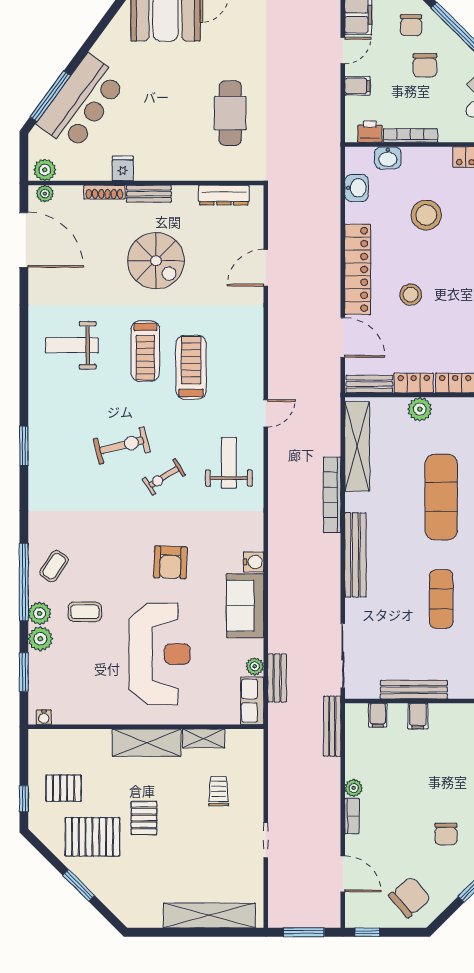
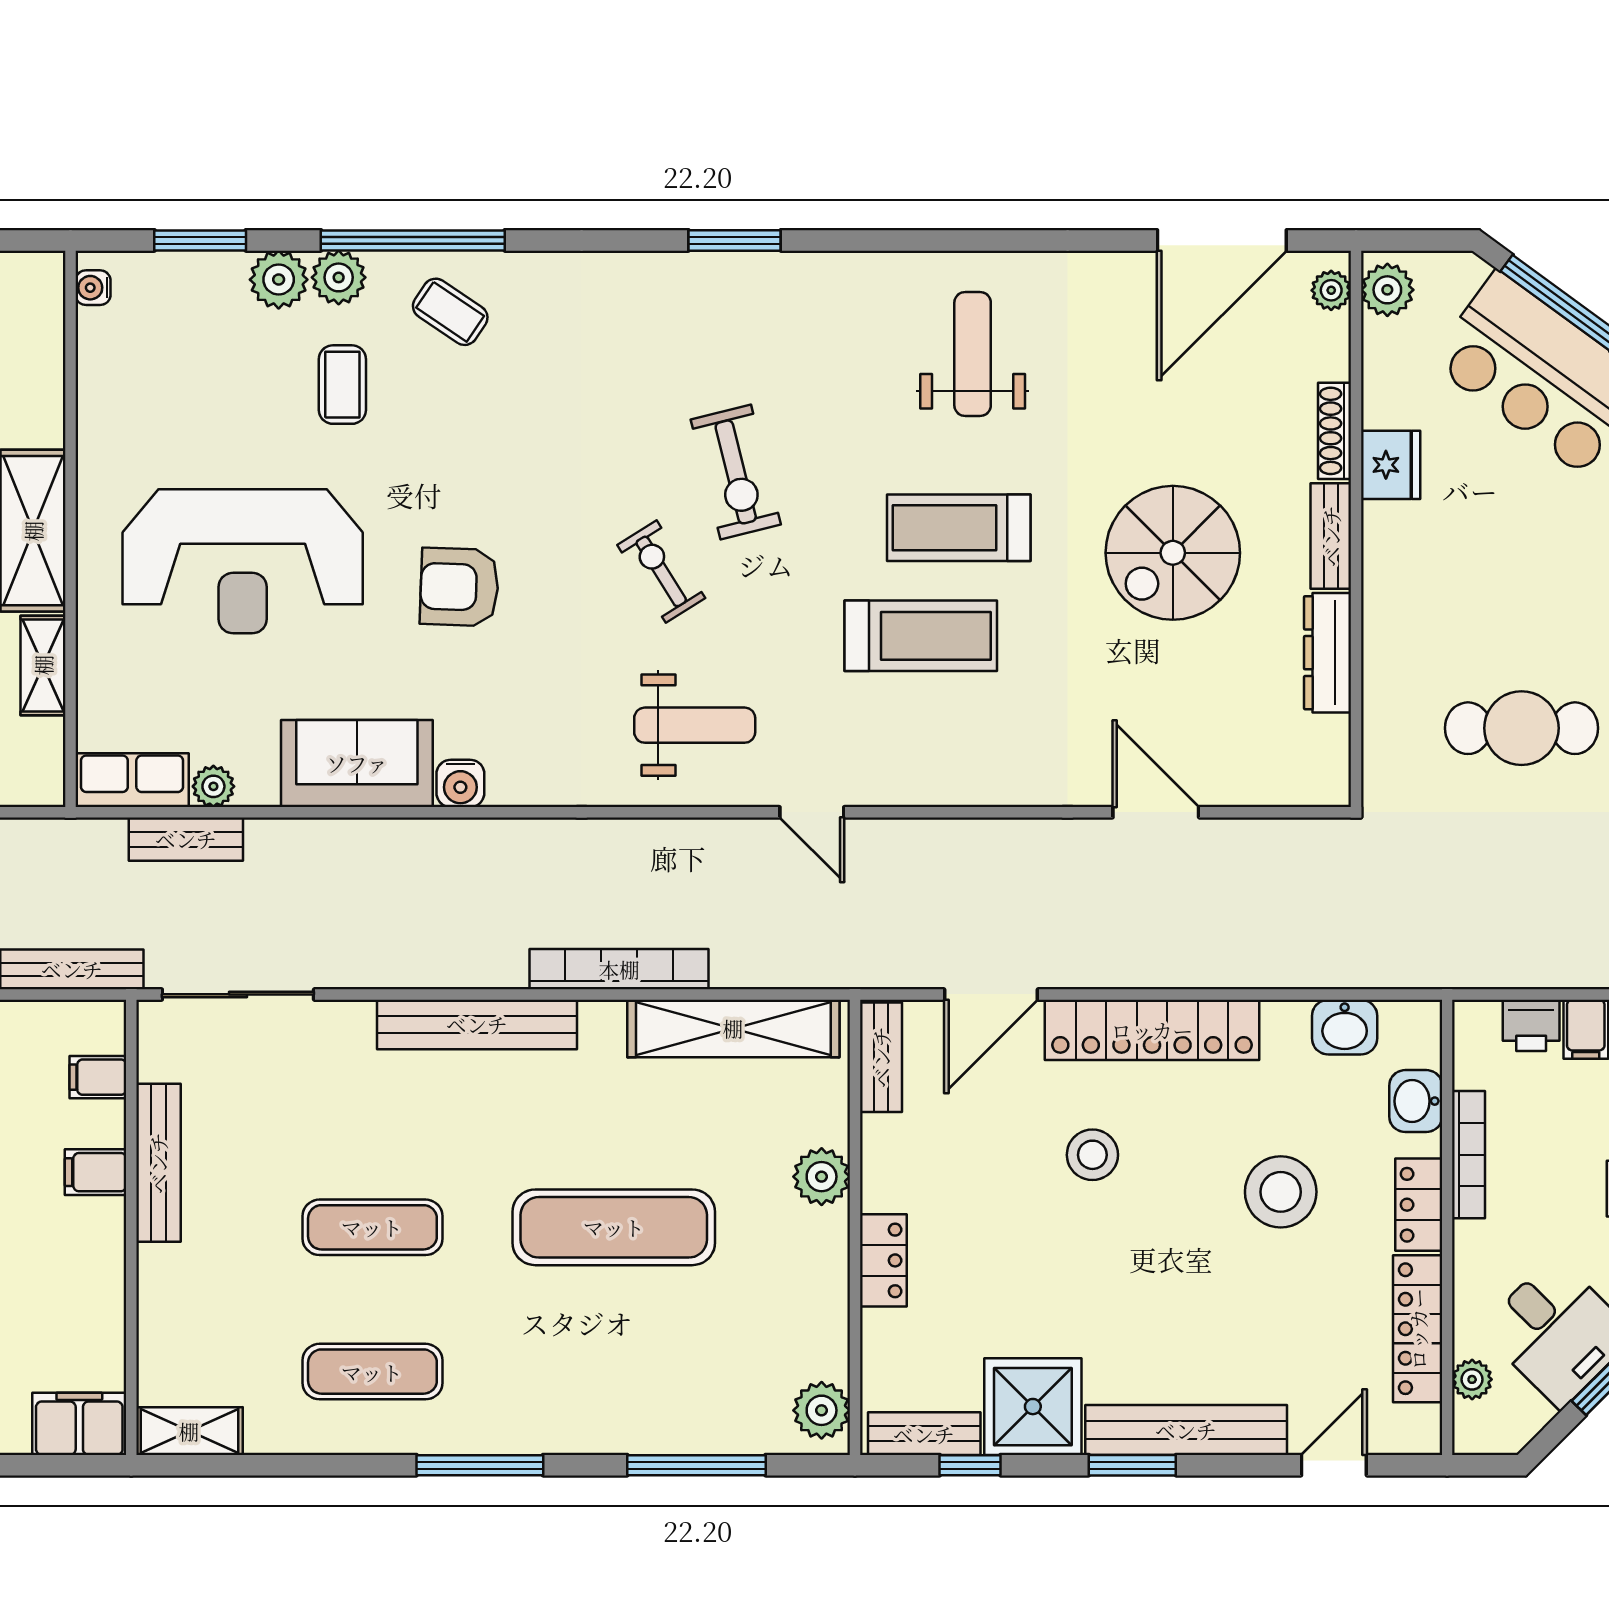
printer: (370, 132) -> (1531, 1025), moved, turned 90
fridge: (123, 168) -> (1391, 465), width x1.38
dresser: (224, 195) -> (1328, 653), moved
locker: (414, 383) -> (1419, 1205), moved, turned 180

